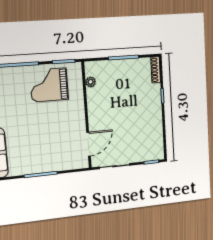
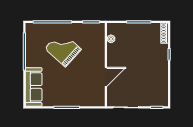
grand piano: (49, 85) -> (63, 49), moved, turned 42
door: (89, 144) -> (106, 77), moved

